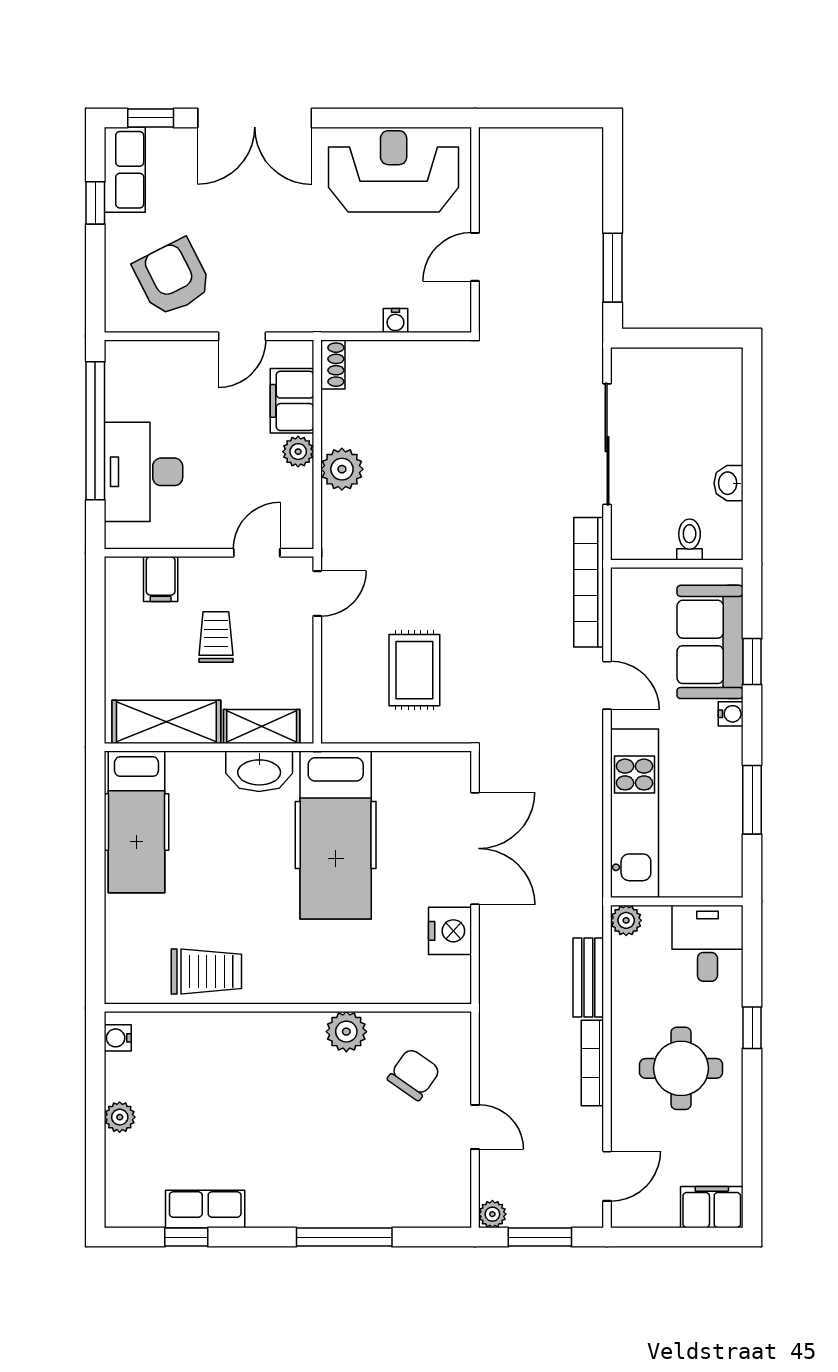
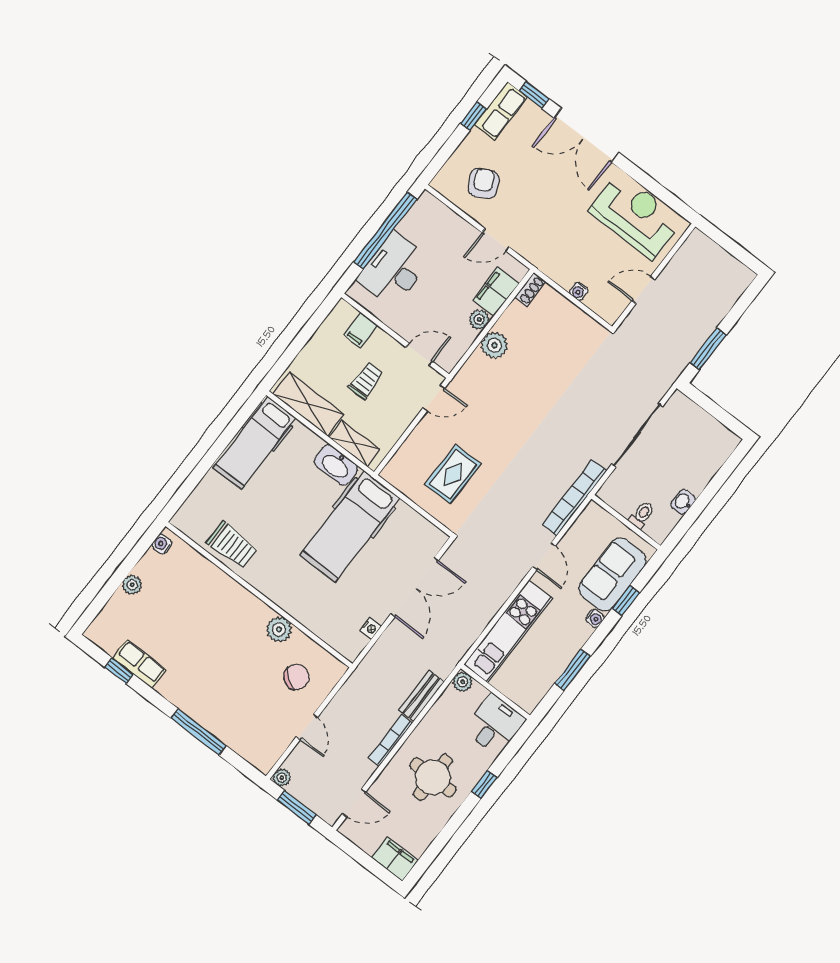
armchair: (173, 277) -> (483, 183), width x0.72, depth x0.72
nightstand: (450, 931) -> (370, 628), width x0.53, depth x0.56

